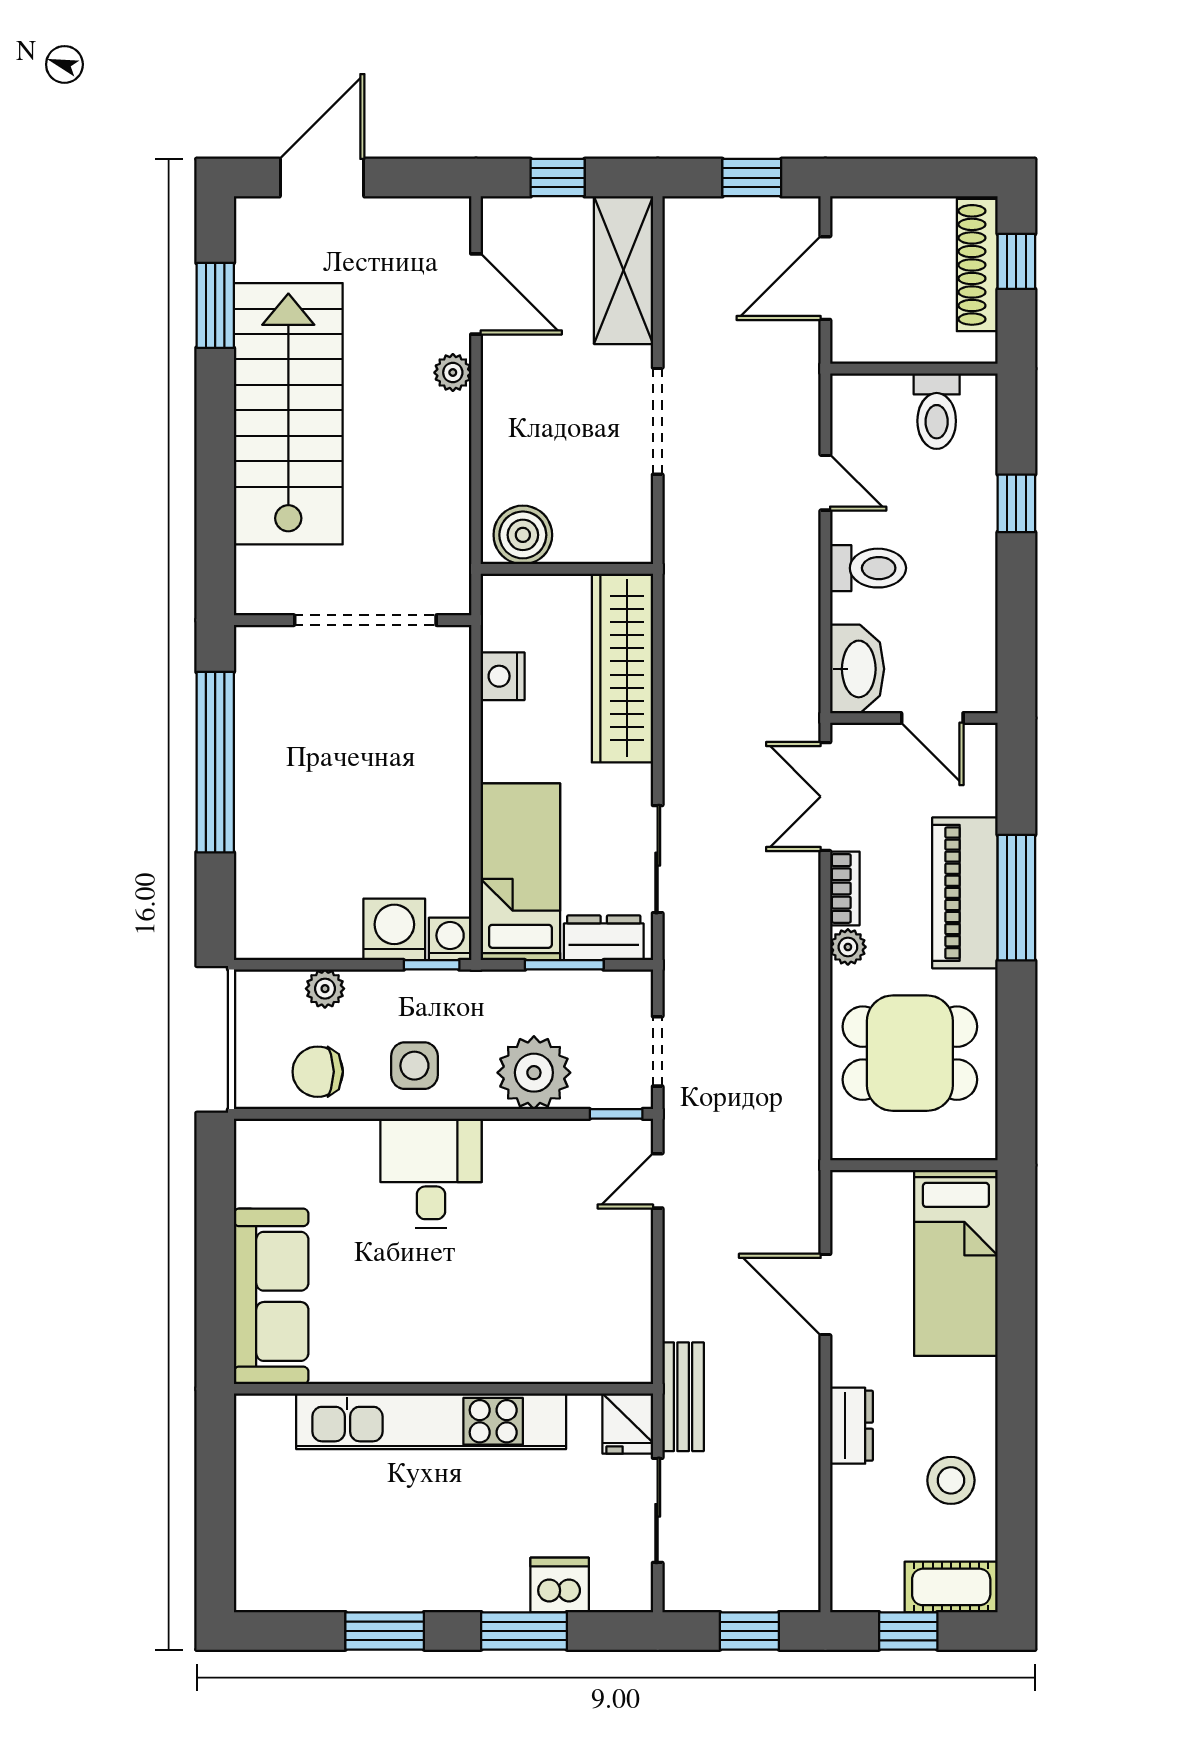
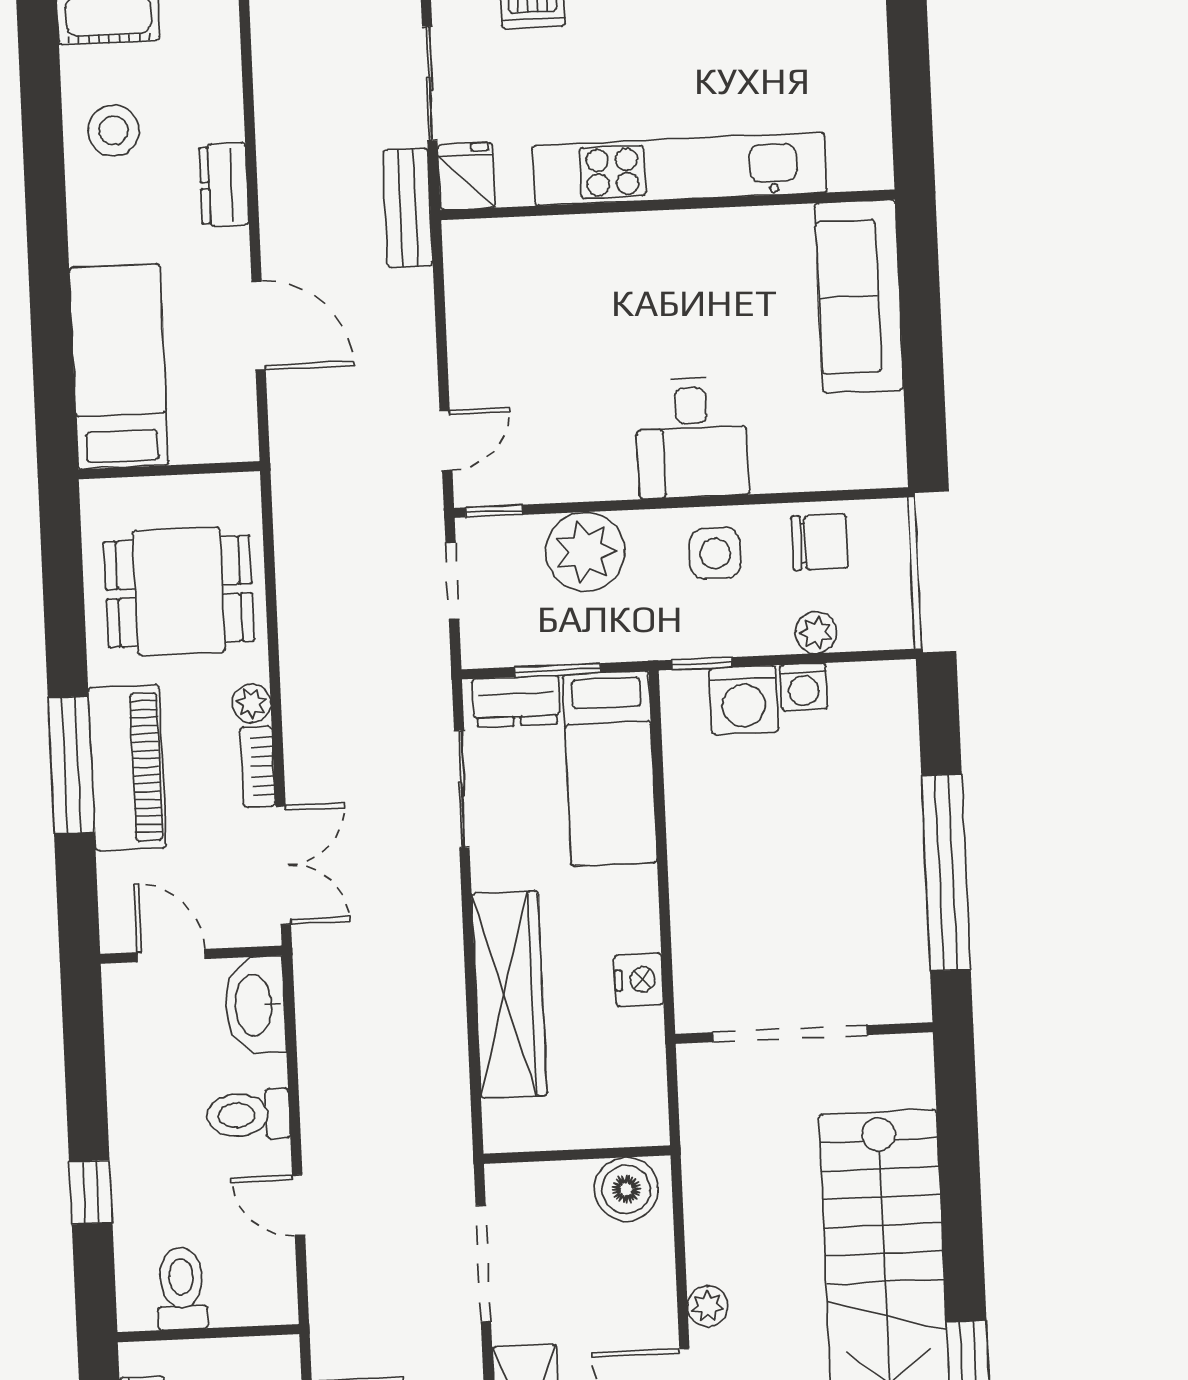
boiler: (523, 535) -> (626, 1189), moved
wall: (567, 569) -> (577, 1155), moved
washing machine: (450, 939) -> (804, 687), moved

